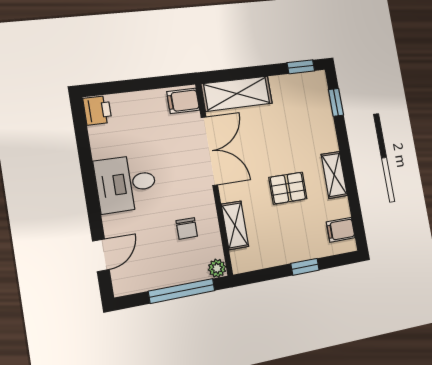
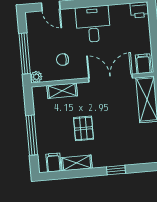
window: (336, 102) -> (116, 170), moved
double door: (209, 151) -> (110, 78), swing flipped
shelving: (334, 175) -> (77, 163), moved
window: (305, 267) -> (32, 135), width x2.17

